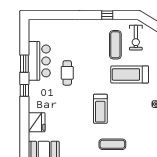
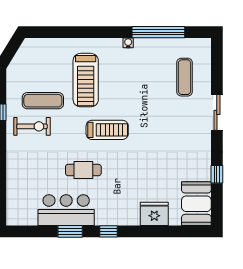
exercise bike: (136, 38) -> (32, 126), moved
treadmill: (100, 109) -> (107, 130), moved
exercise mat: (112, 144) -> (185, 77), moved

